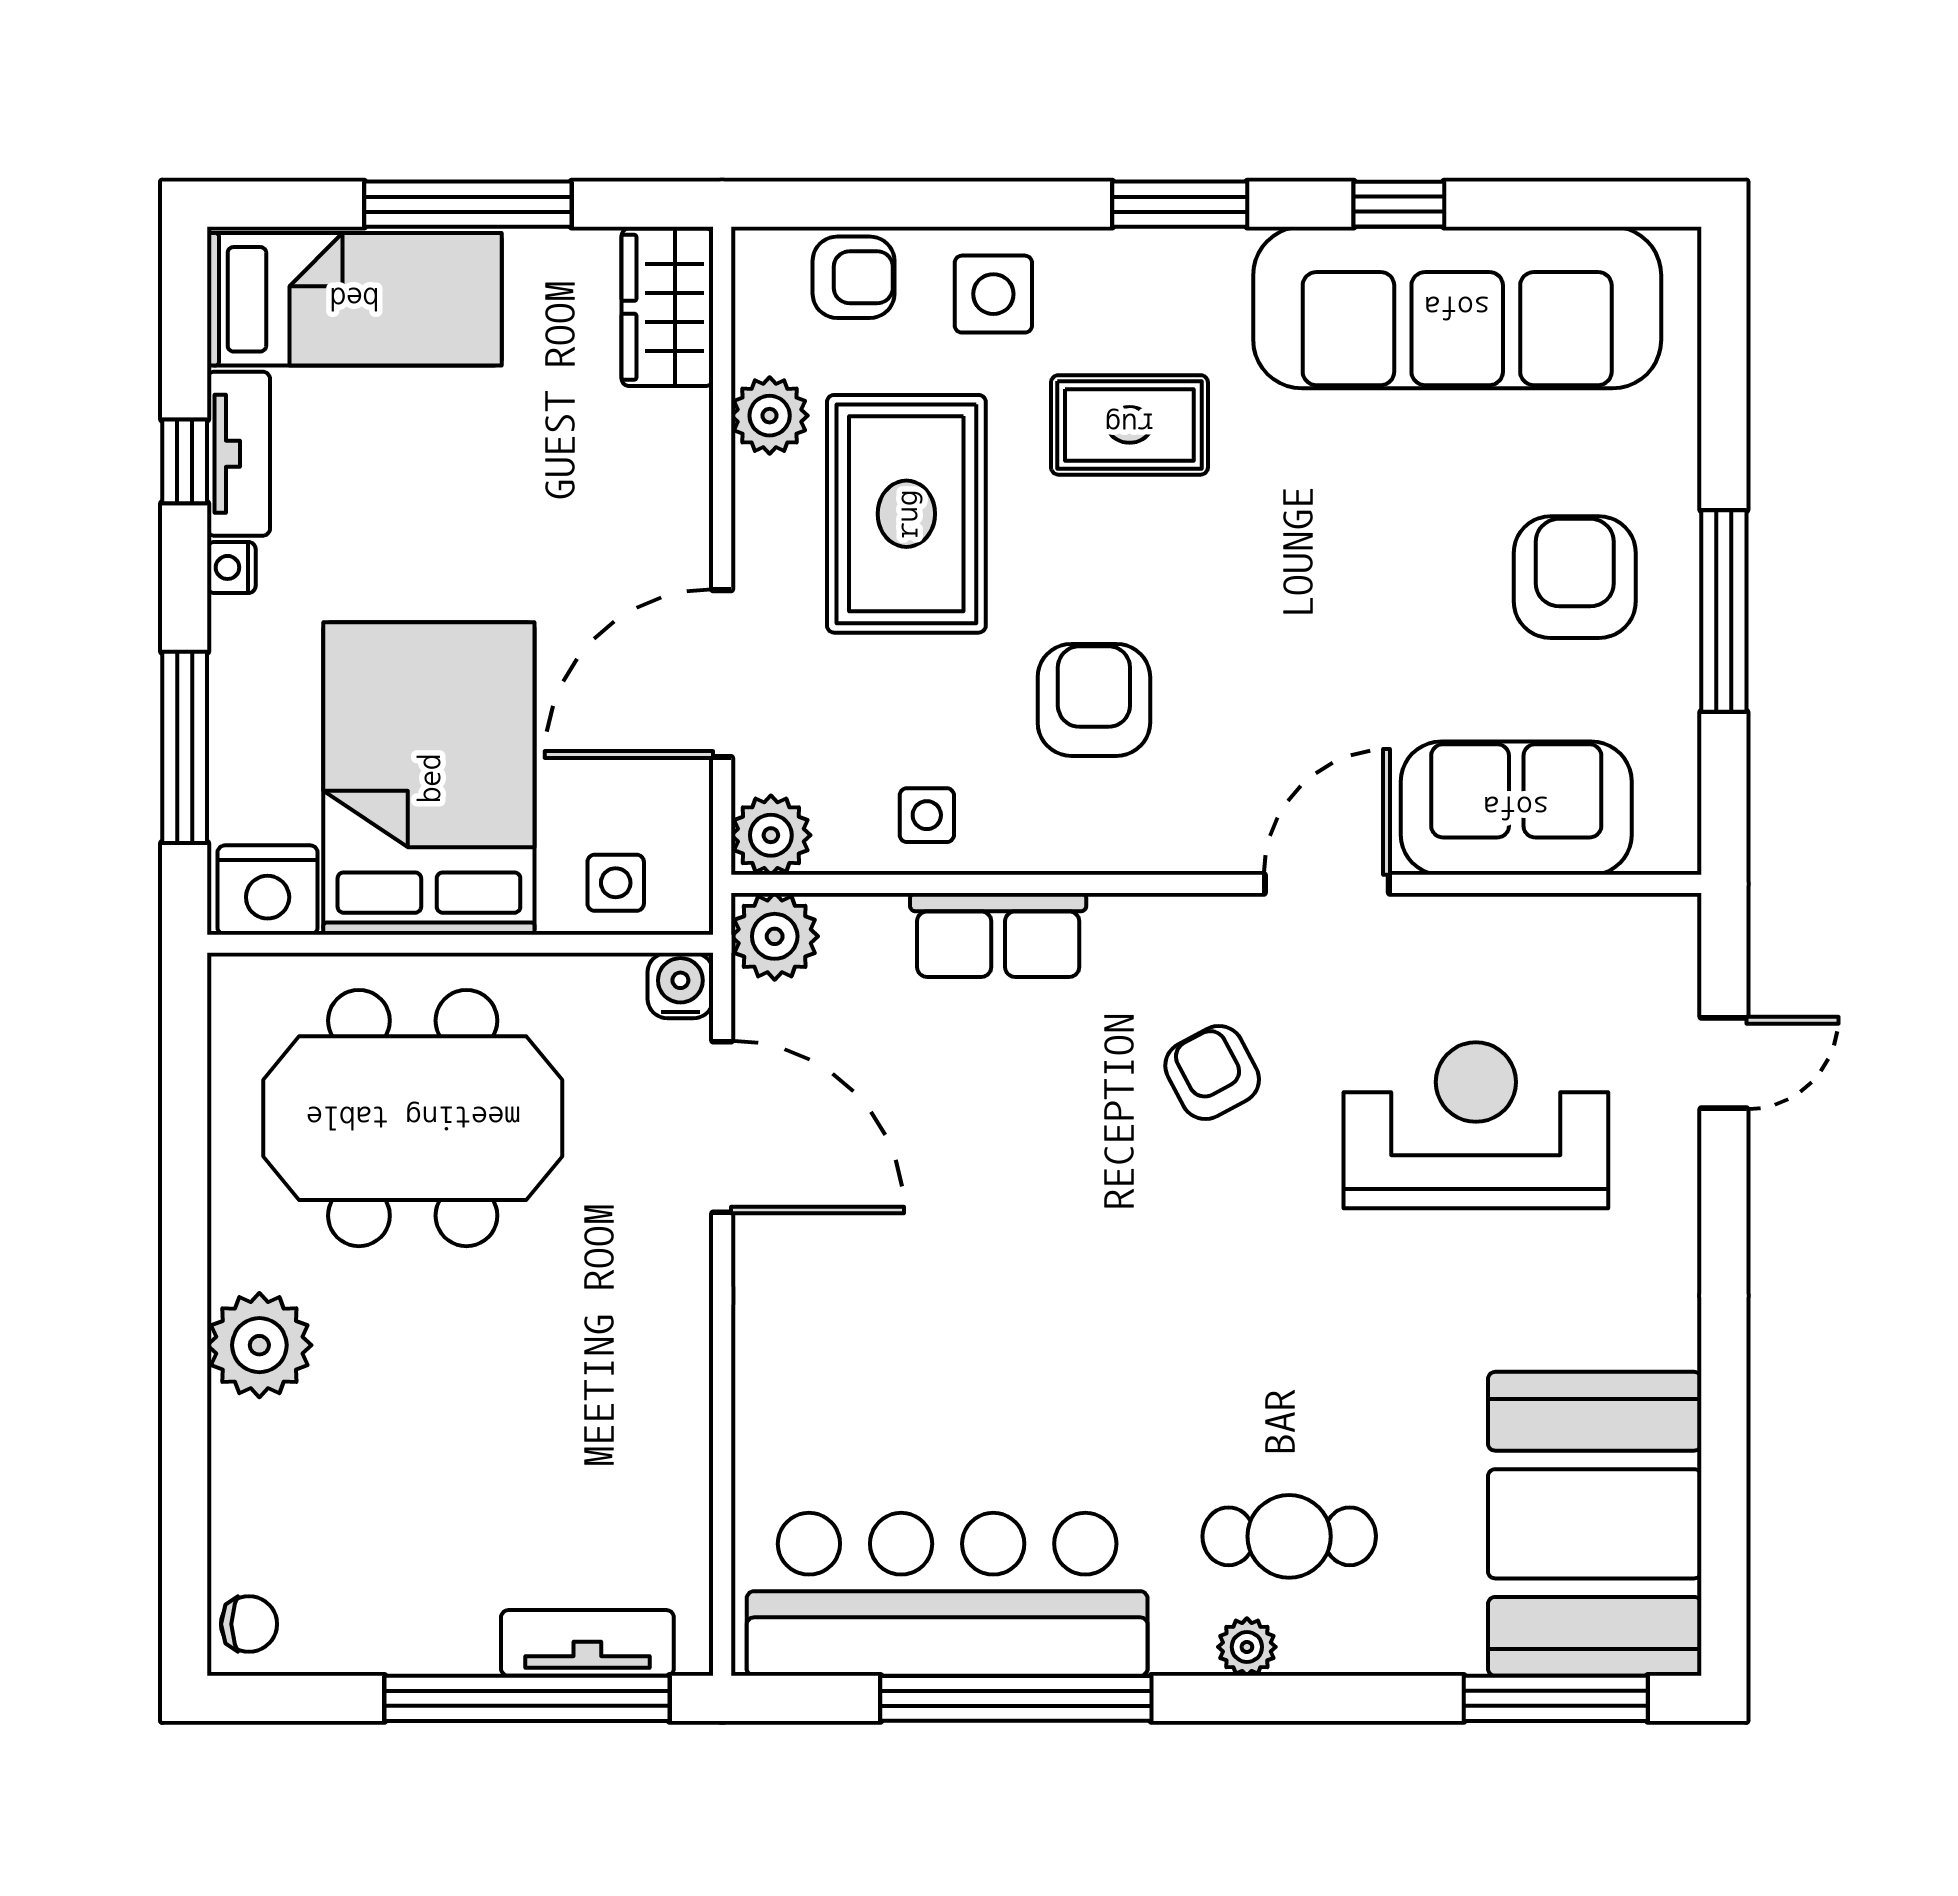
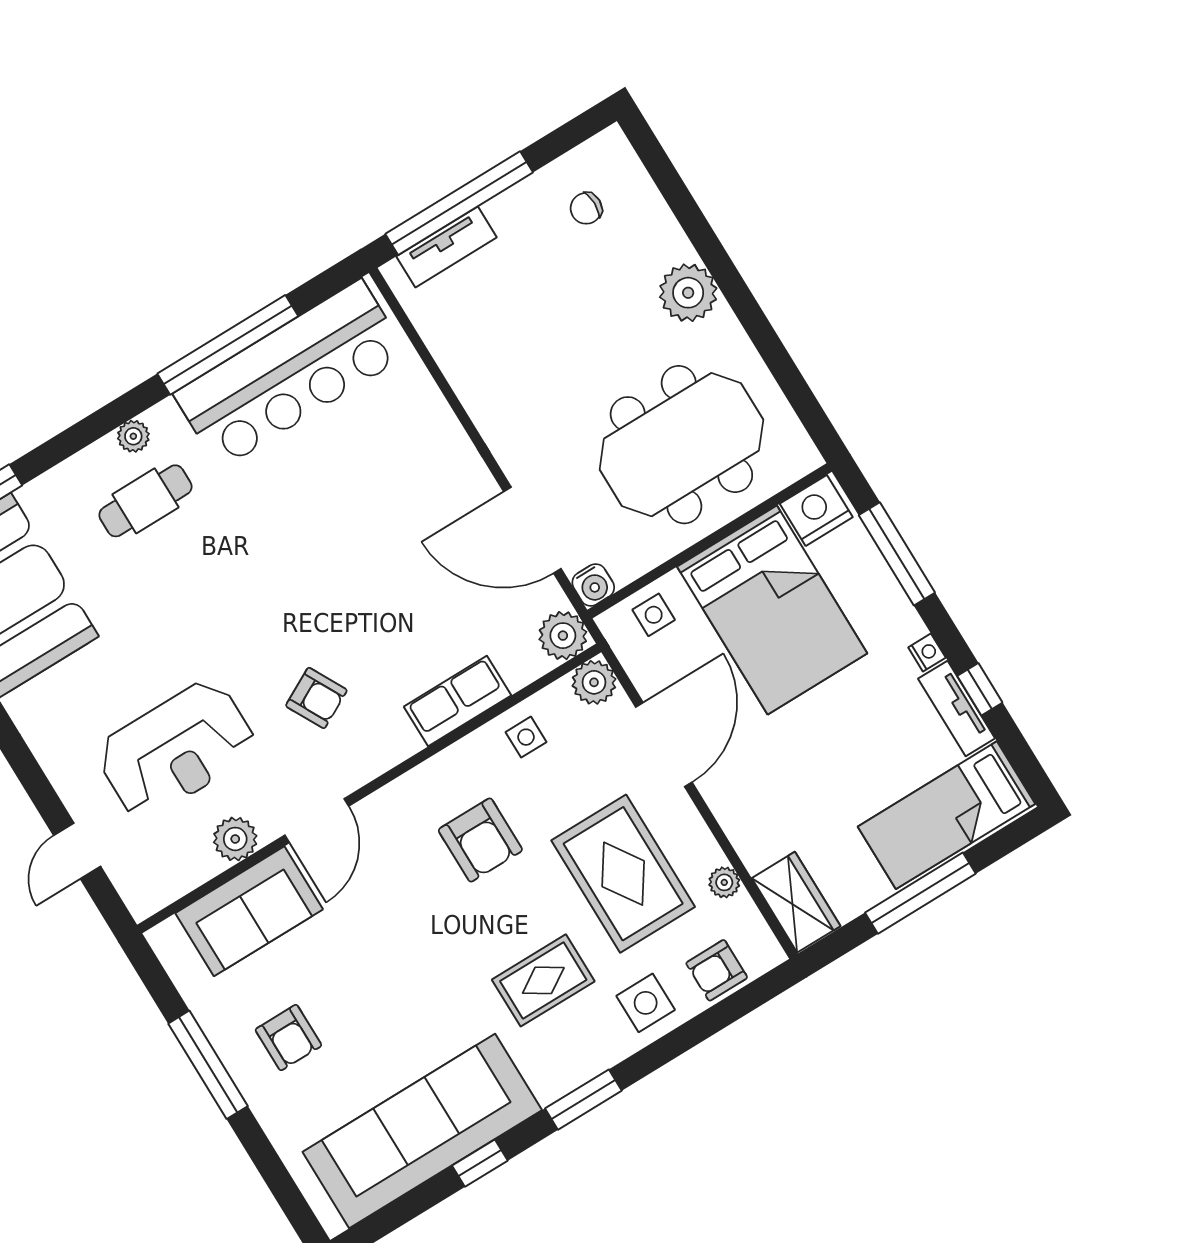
plant: (770, 416) -> (724, 882), width x0.73, depth x0.73
armchair: (1575, 577) -> (288, 1038), width x0.72, depth x0.72
plant: (1470, 932) -> (235, 839), added
chair: (249, 1624) -> (586, 208), moved

